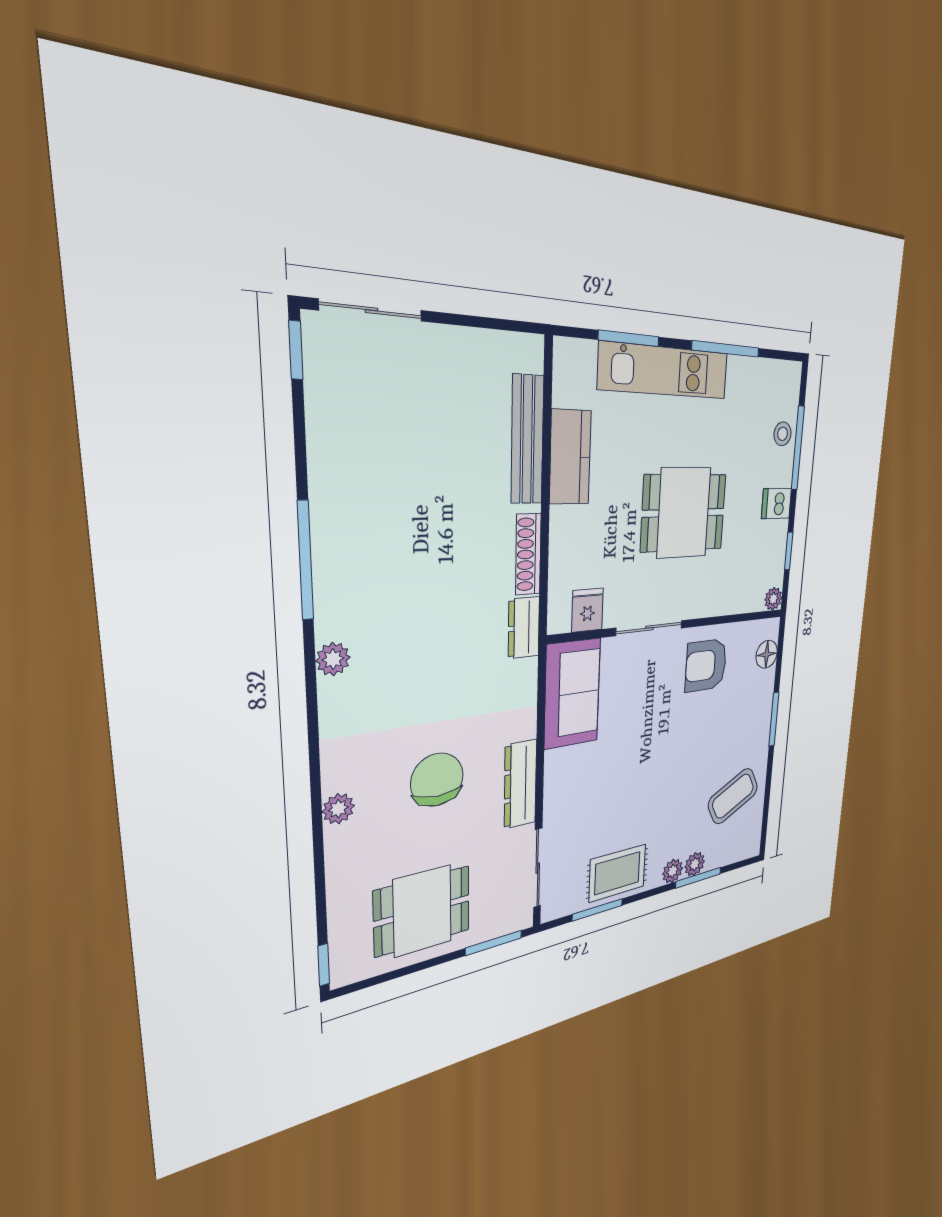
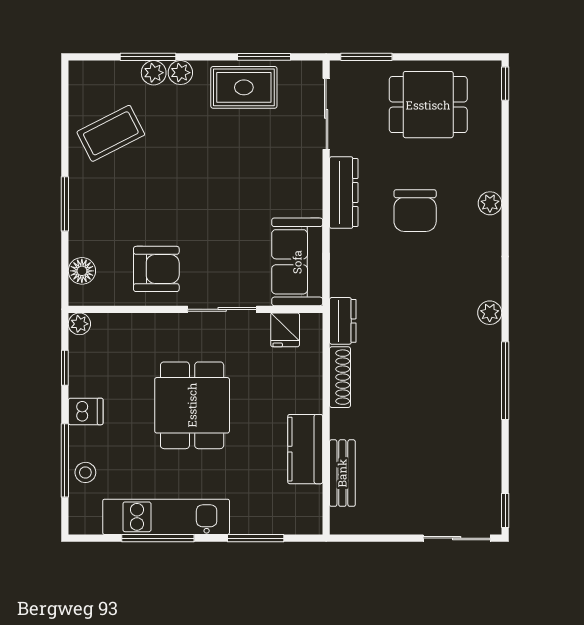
kitchen unit: (665, 371) -> (166, 517), moved
bench: (527, 440) -> (342, 473), width x0.73
dining table: (684, 513) -> (192, 405), turned 90

